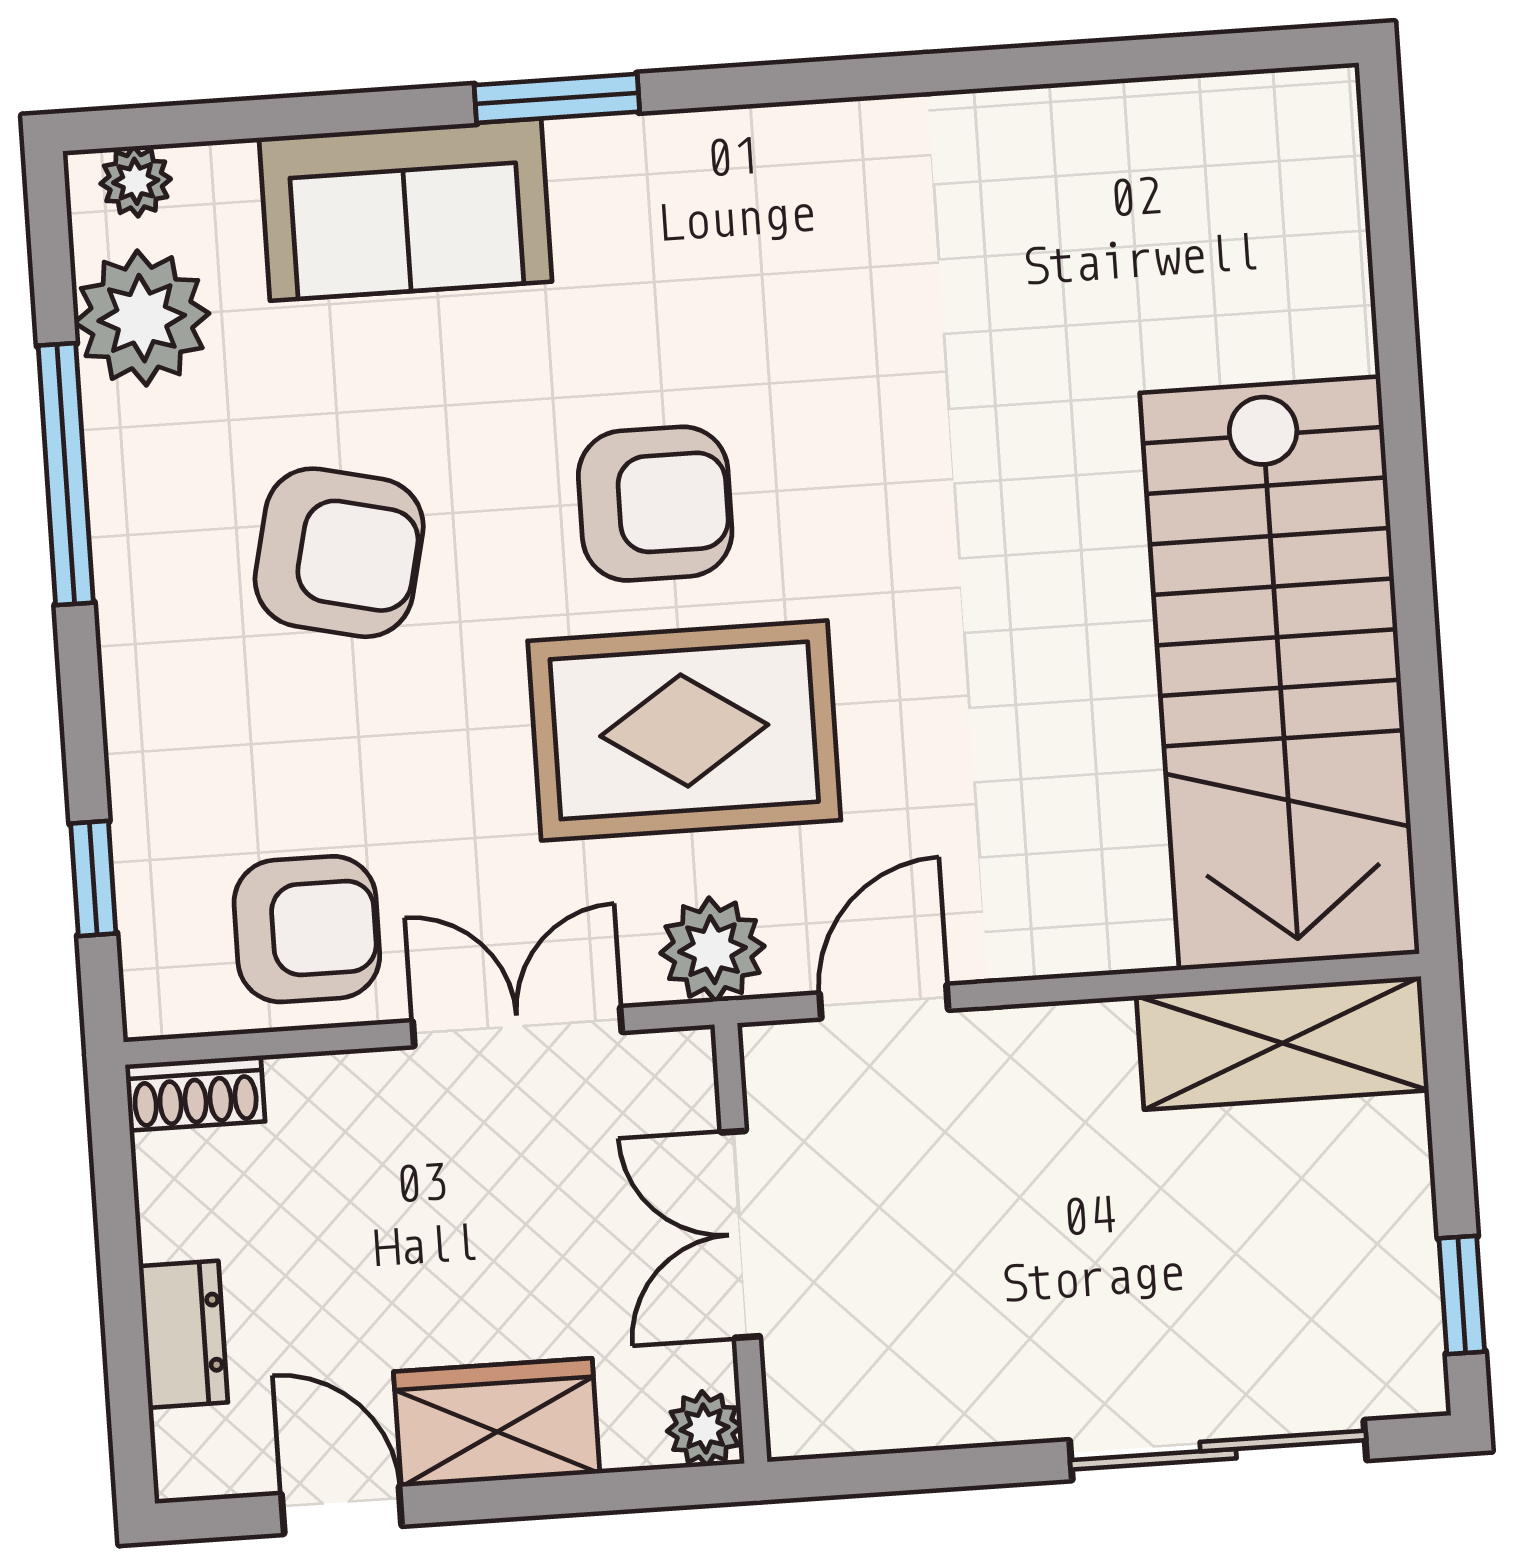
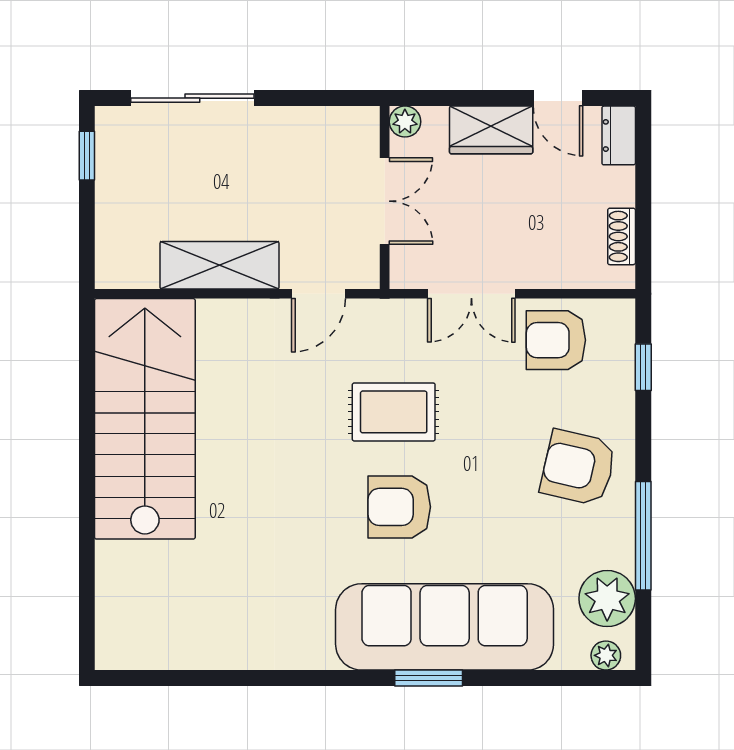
sofa: (405, 210) -> (445, 627), width x1.85, depth x1.27
armchair: (339, 553) -> (578, 468), moved
rug: (684, 730) -> (394, 412), width x0.73, depth x0.70
plant: (712, 950) -> (388, 320), removed
shelving: (1283, 1043) -> (220, 265), moved
shoe rack: (195, 1093) -> (622, 236), moved, turned -90
dresser: (183, 1334) -> (619, 135), moved

